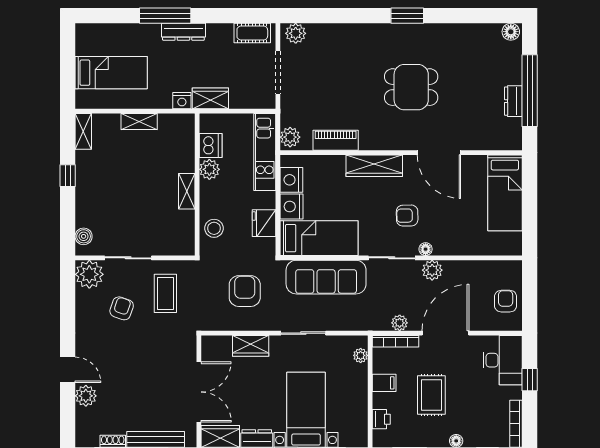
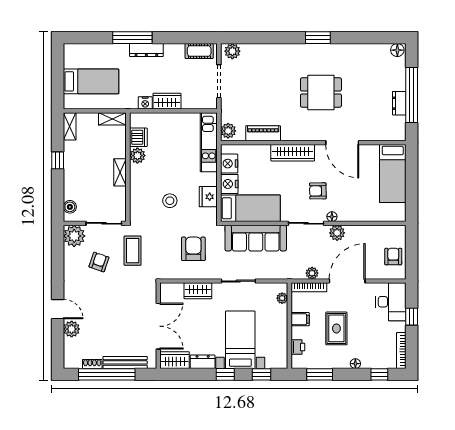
dishwasher: (211, 146) -> (138, 137), moved
plant: (209, 169) -> (137, 156), moved
wall: (197, 185) -> (128, 167), moved
shelving: (187, 191) -> (120, 172), moved

